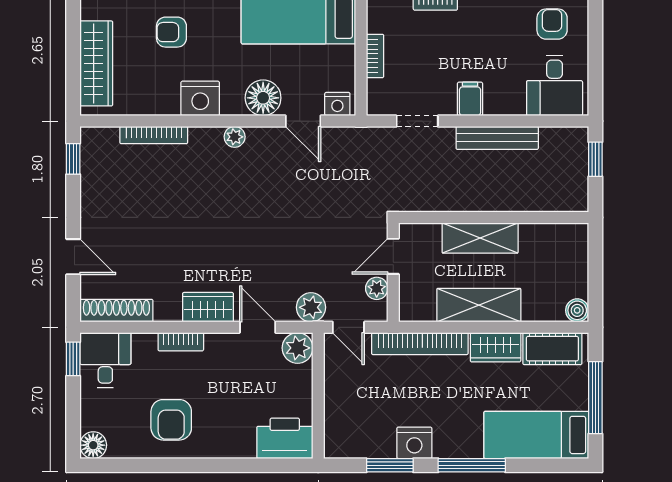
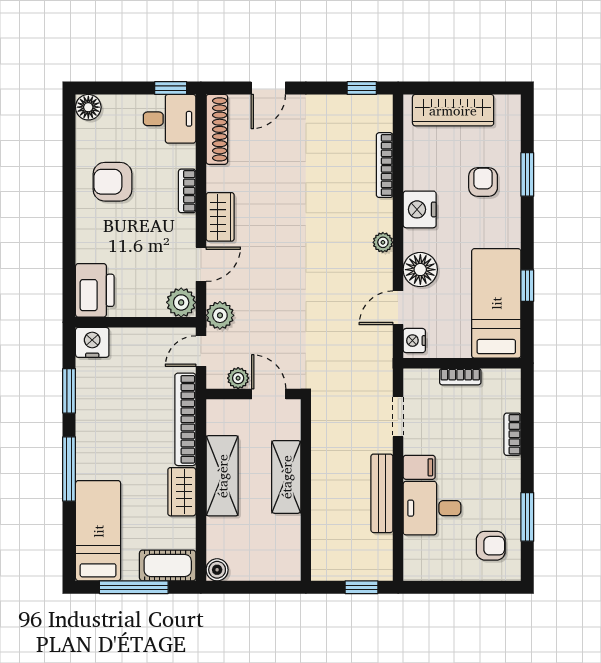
desk: (555, 86) -> (432, 508), moved
cot: (552, 349) -> (168, 565), moved, turned 90
nightstand: (414, 443) -> (92, 342), moved, turned 90

